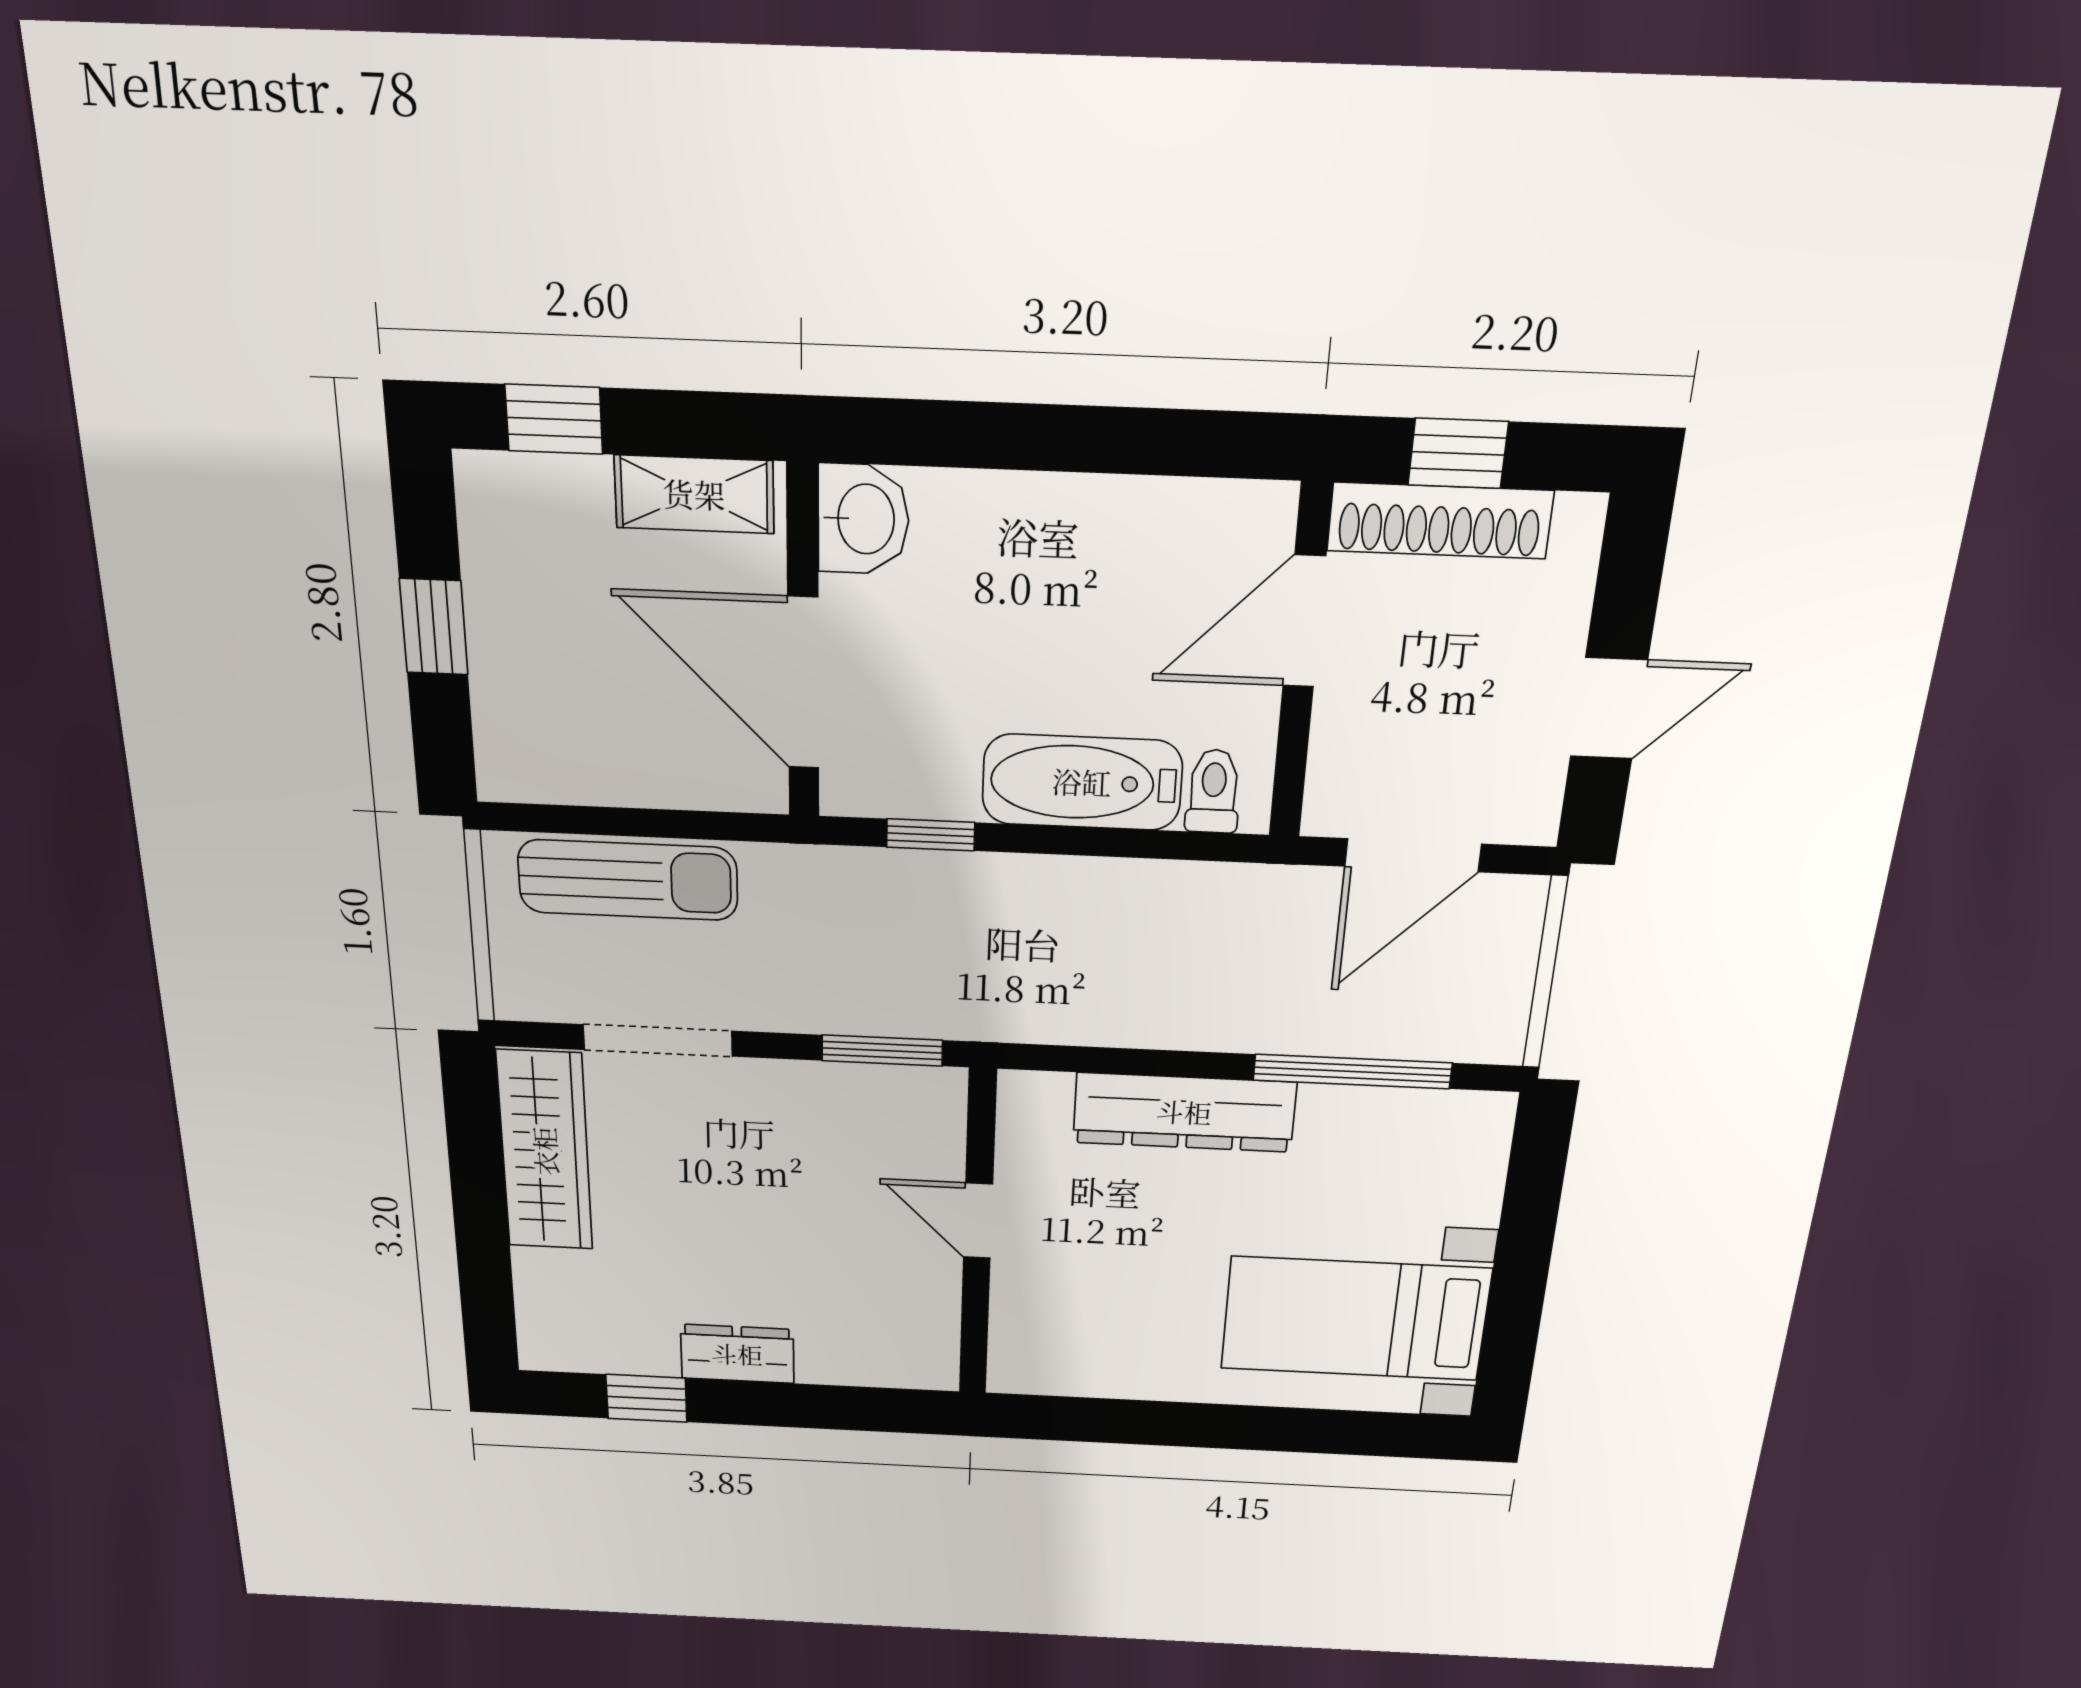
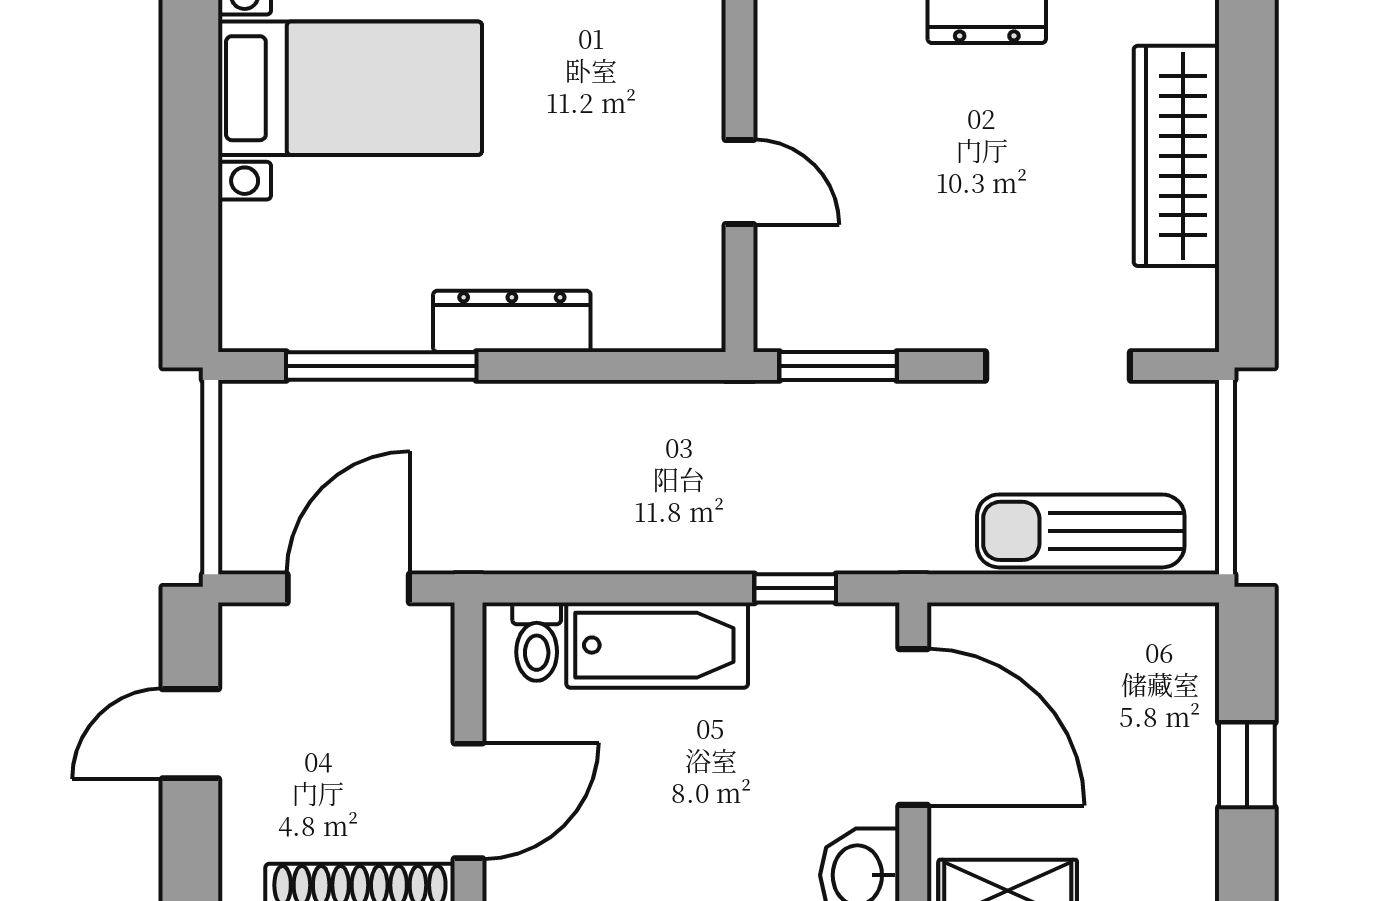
dresser: (1184, 1112) -> (512, 321), width x0.73, depth x0.80
wardrobe: (545, 1151) -> (1176, 156), moved

